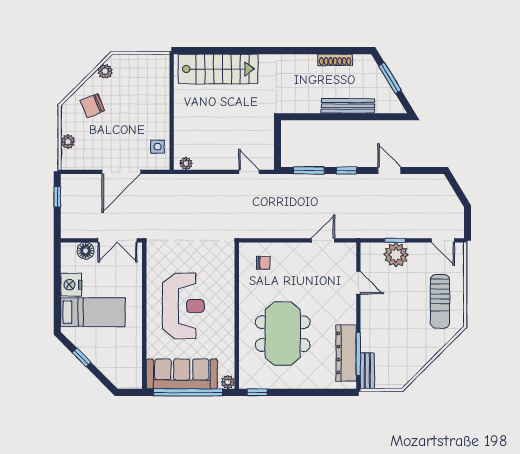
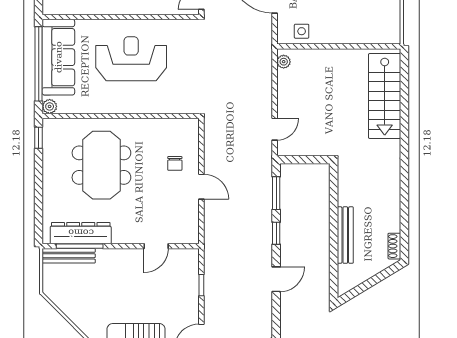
shoe rack: (335, 60) -> (394, 246), moved, width x0.70
window: (390, 78) -> (375, 280), removed
door: (323, 240) -> (201, 187), moved
plant: (396, 255) -> (186, 286), removed
chair: (263, 263) -> (175, 163), moved
reception desk: (183, 306) -> (131, 59), turned 180
meeting table: (283, 334) -> (101, 165), turned 90
bench: (367, 371) -> (69, 256), width x1.36

